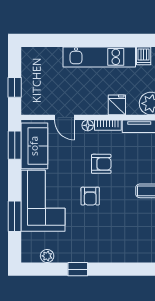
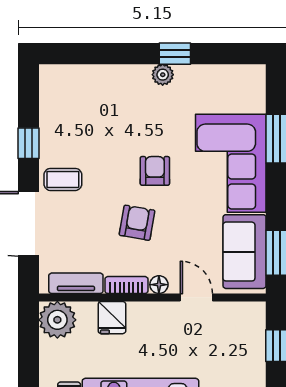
armchair: (101, 164) -> (137, 223), turned 100
plant: (47, 256) -> (163, 75), moved

